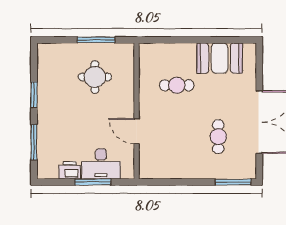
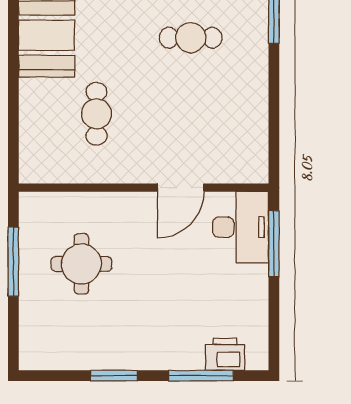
desk: (101, 164) -> (241, 227), moved
printer: (70, 170) -> (225, 354), moved, turned 90
window: (93, 182) -> (274, 244), moved

